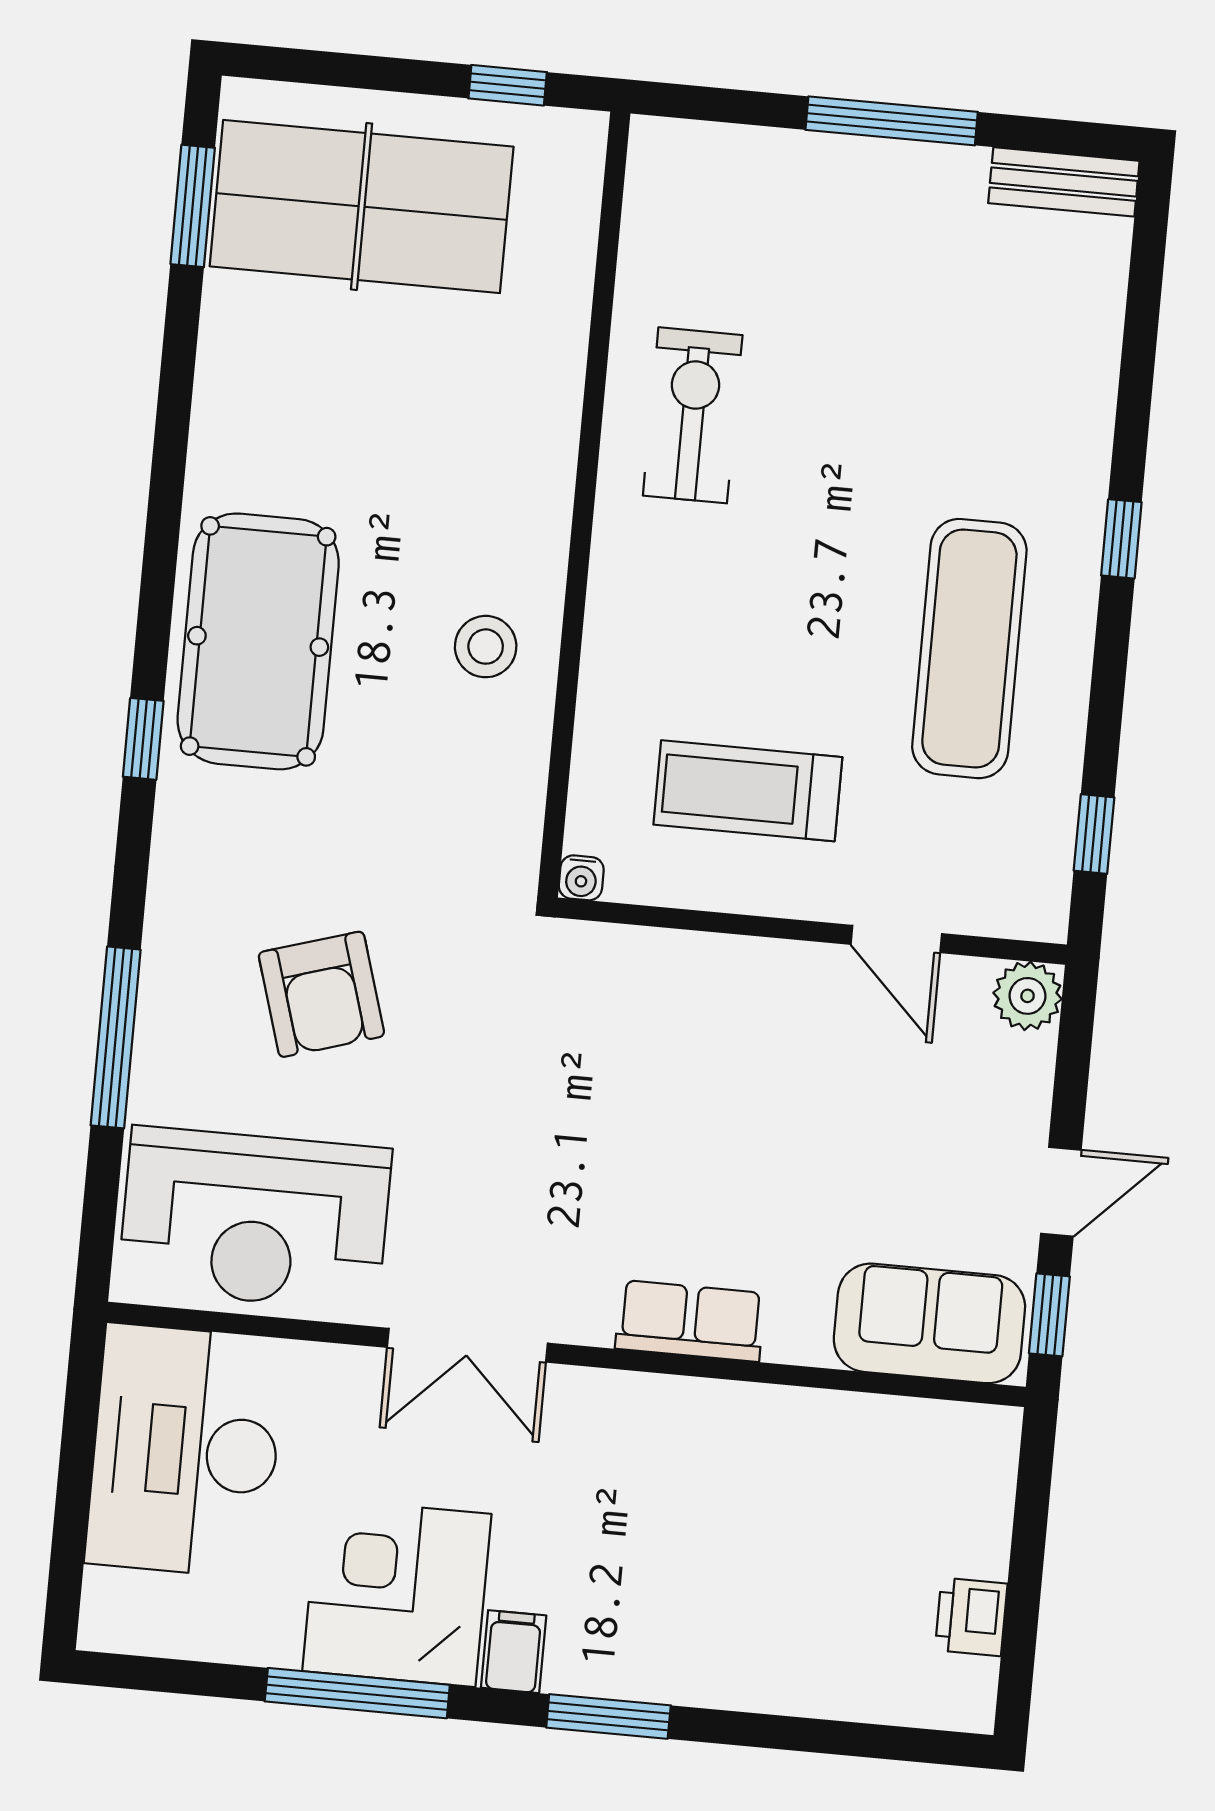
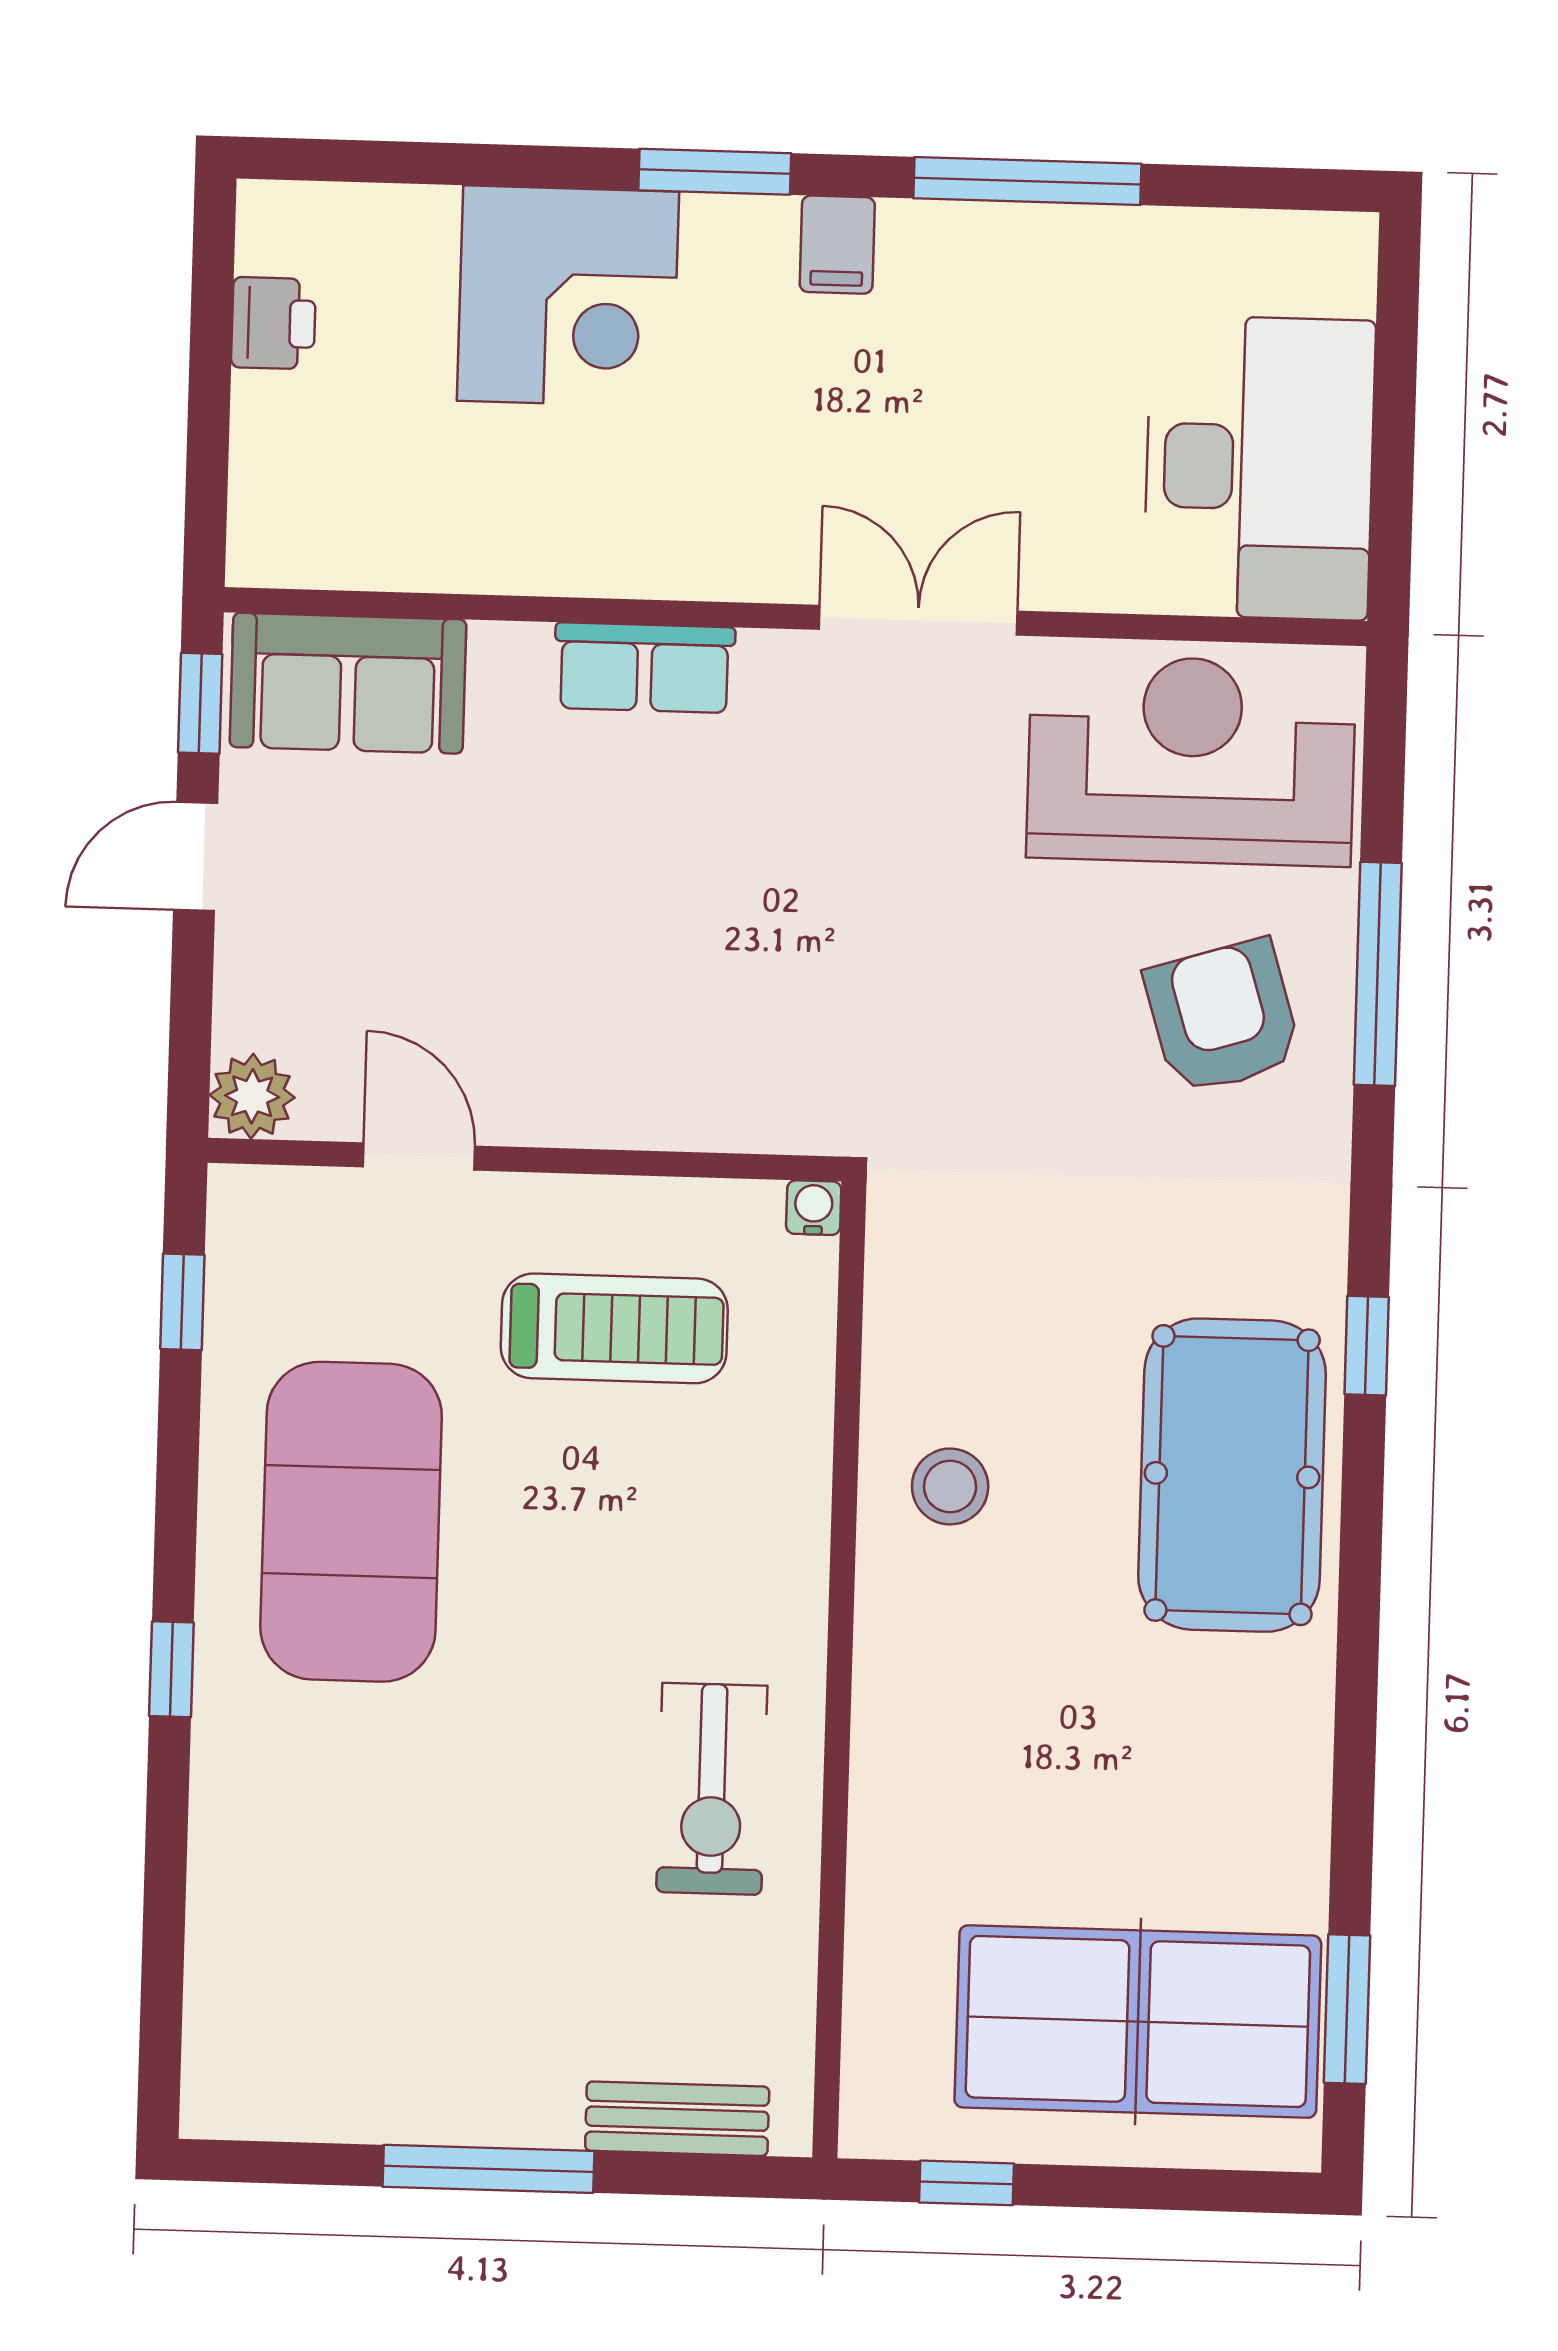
bench: (1064, 182) -> (677, 2119), moved
exercise mat: (969, 649) -> (351, 1522), width x1.47
armchair: (321, 994) -> (1223, 1017), moved
corner desk: (397, 1593) -> (568, 296), moved

